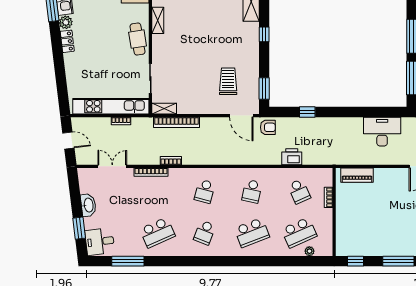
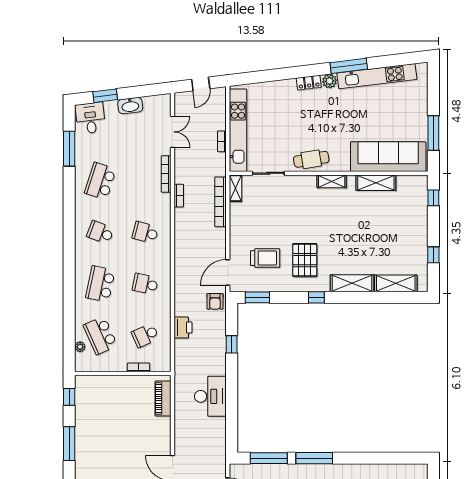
pallet: (230, 45) -> (305, 260), added
desk: (382, 132) -> (210, 396), moved
school desk: (157, 233) -> (100, 181), turned 42
school desk: (252, 233) -> (100, 284), turned 33

